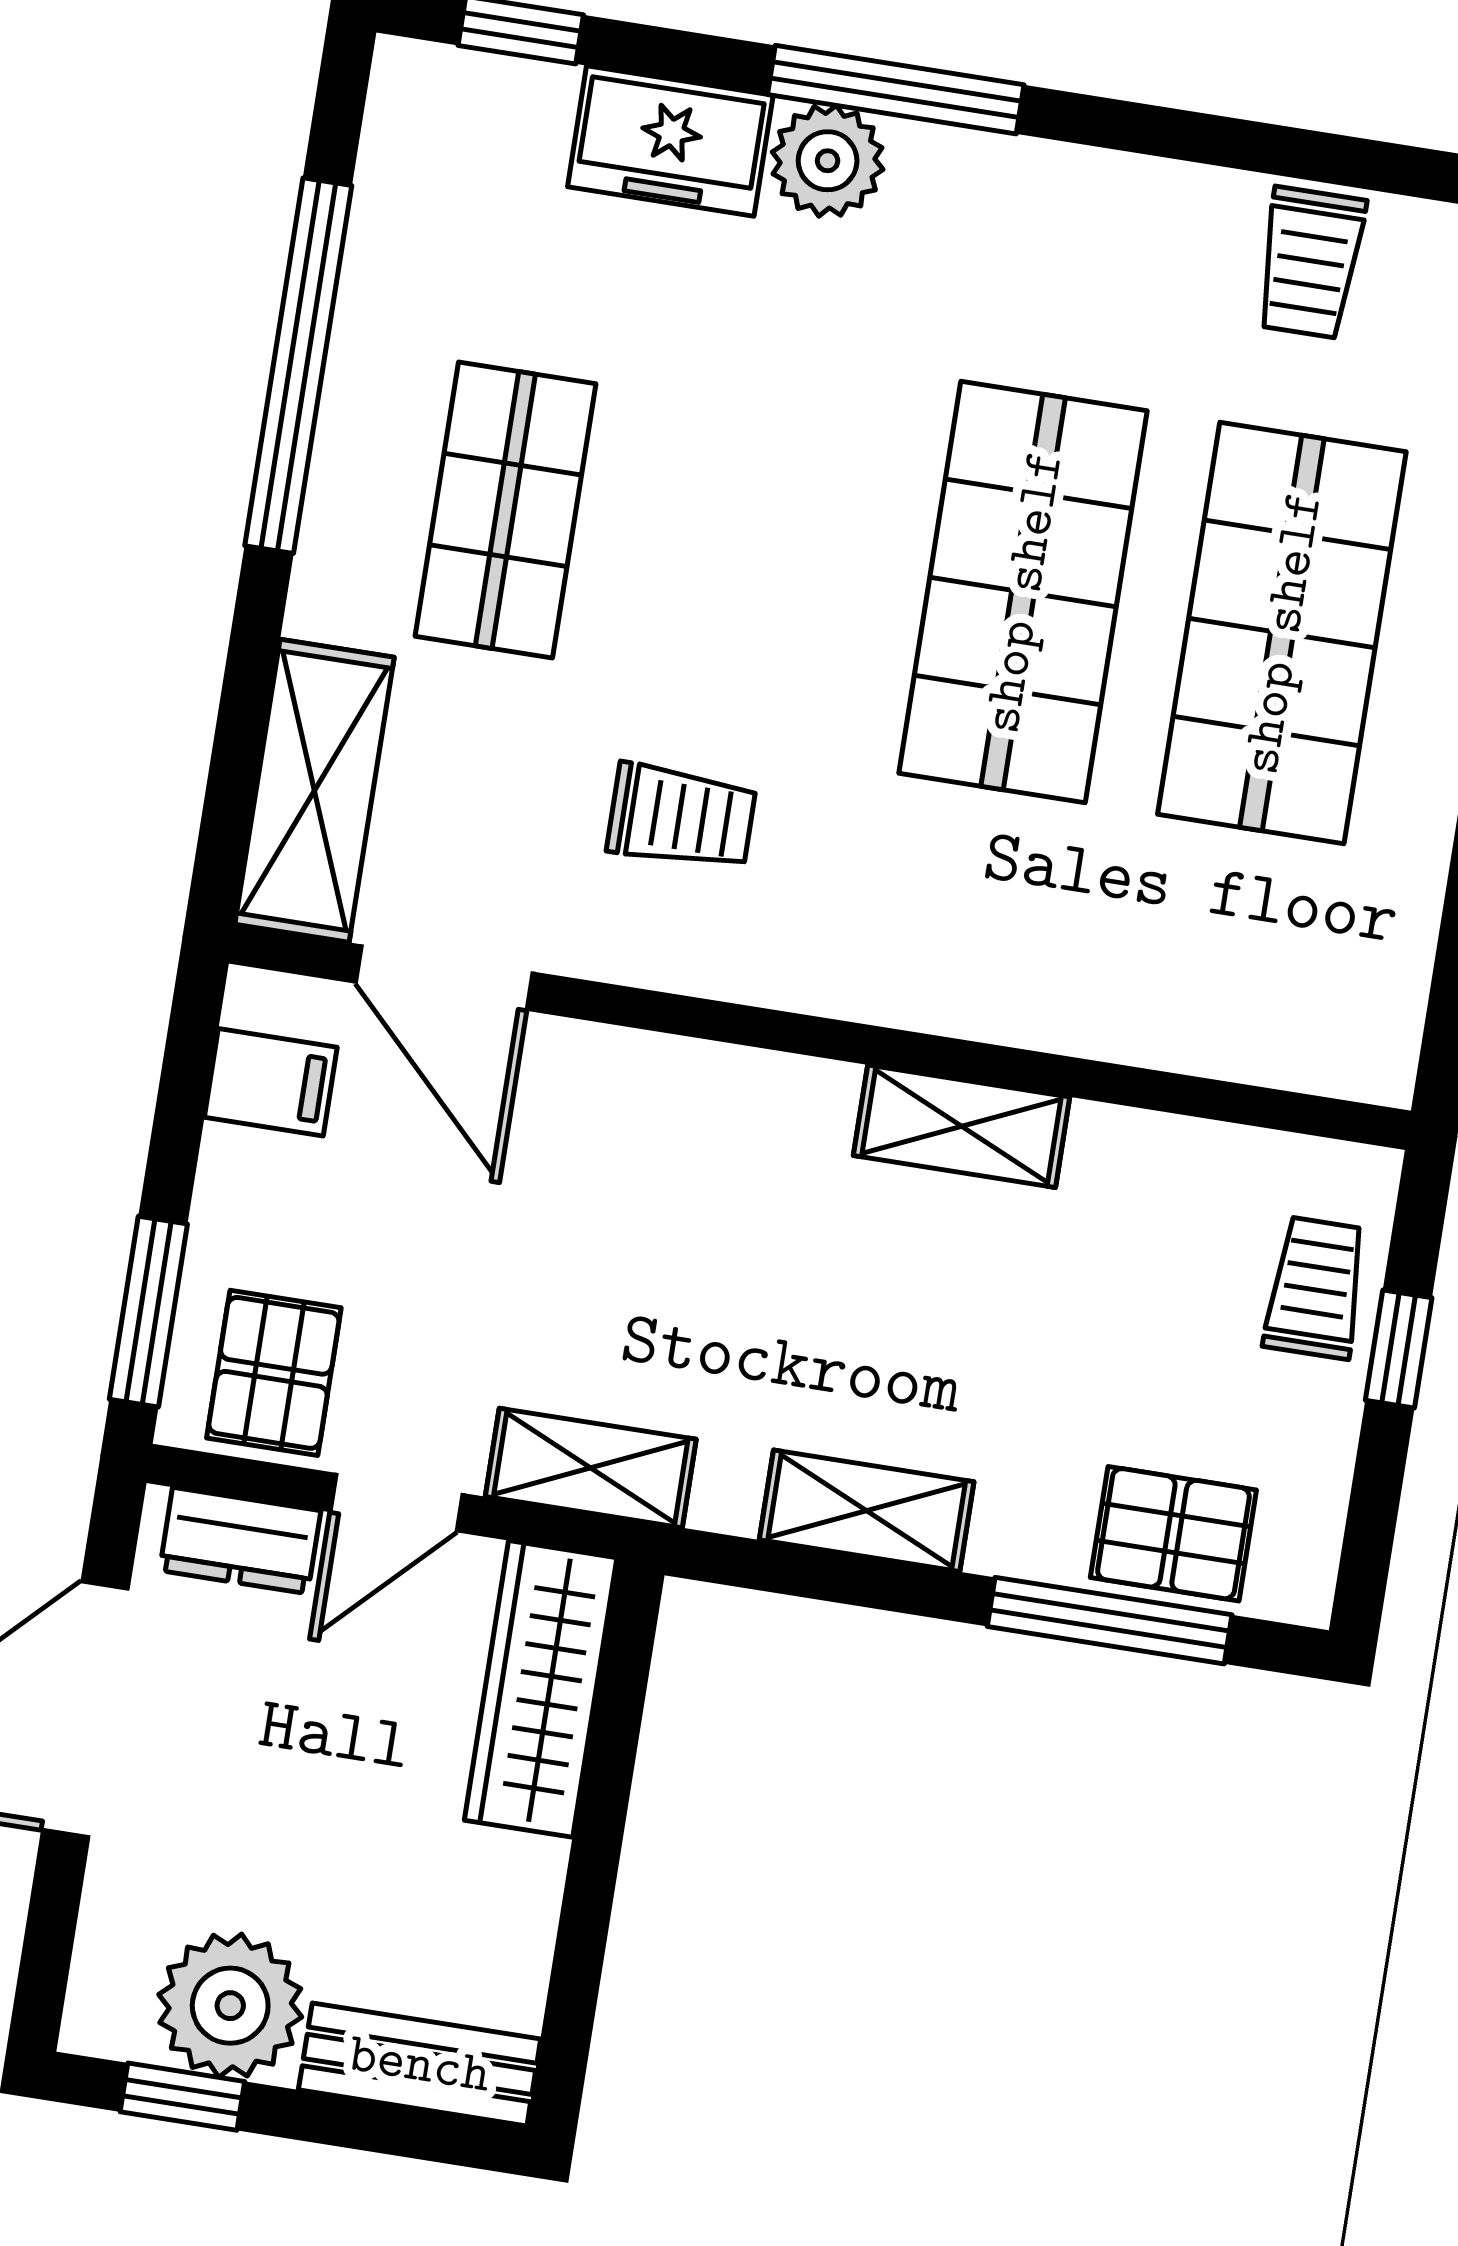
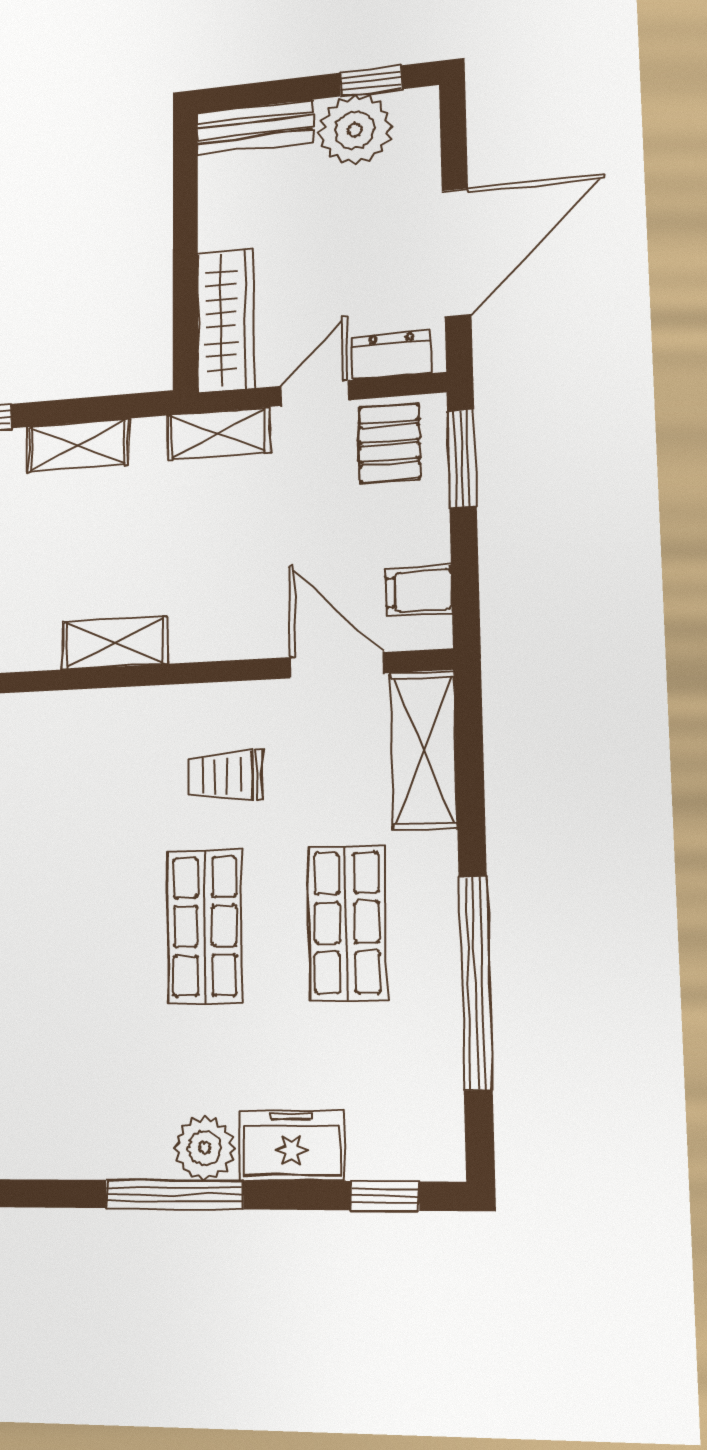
shop shelf: (1023, 592) -> (205, 926), moved, width x0.70, depth x0.74
shelving: (962, 1126) -> (115, 643), moved

